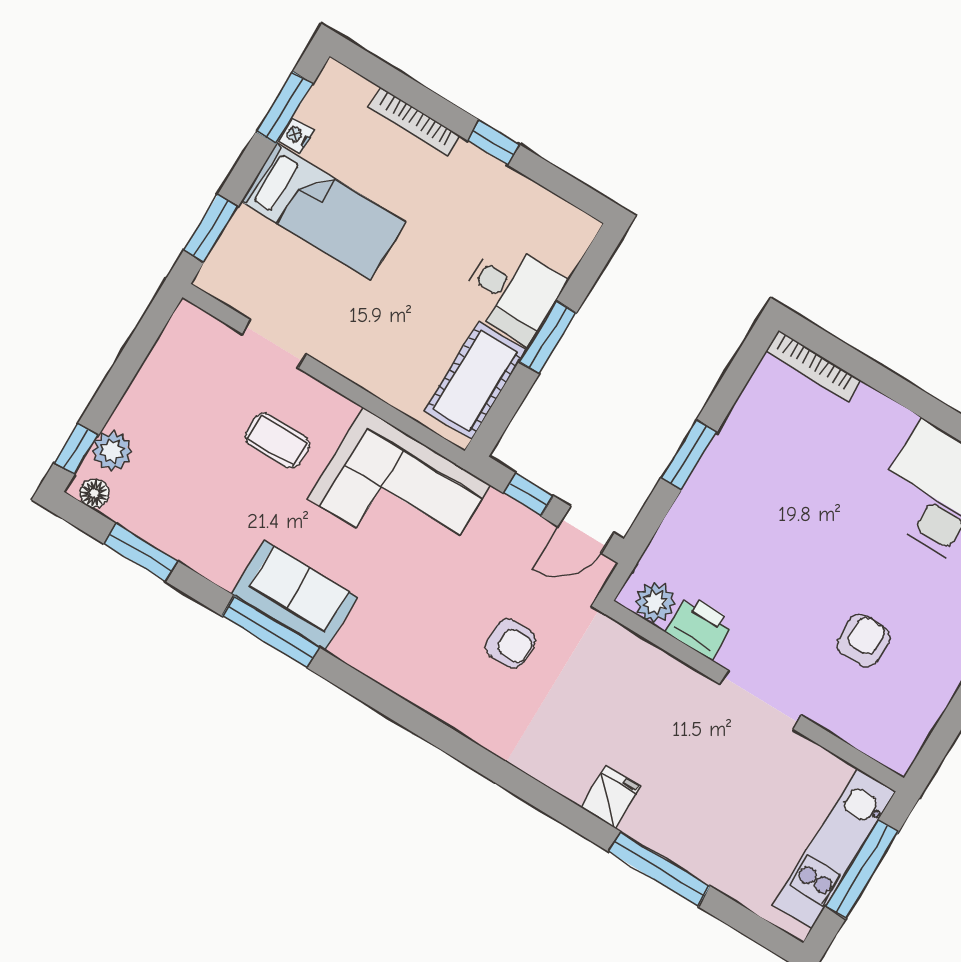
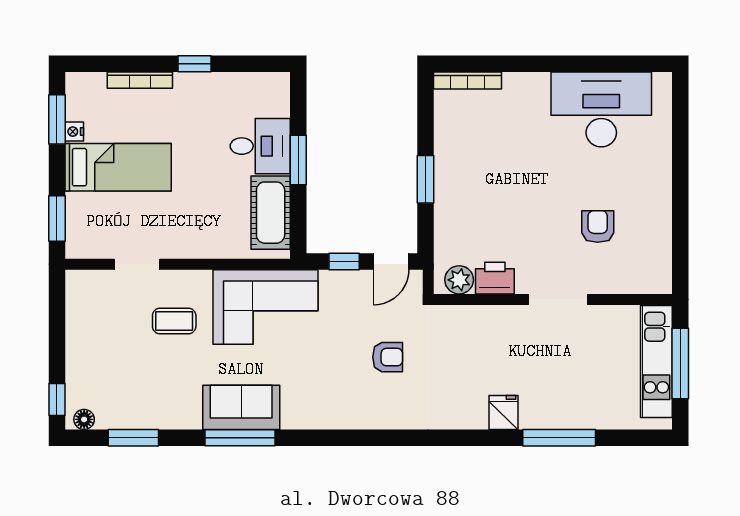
plant: (112, 451) -> (79, 388), removed

